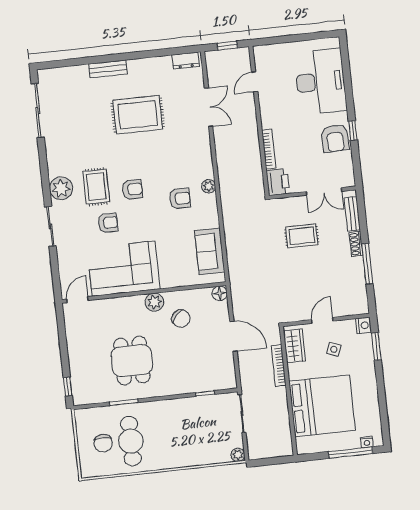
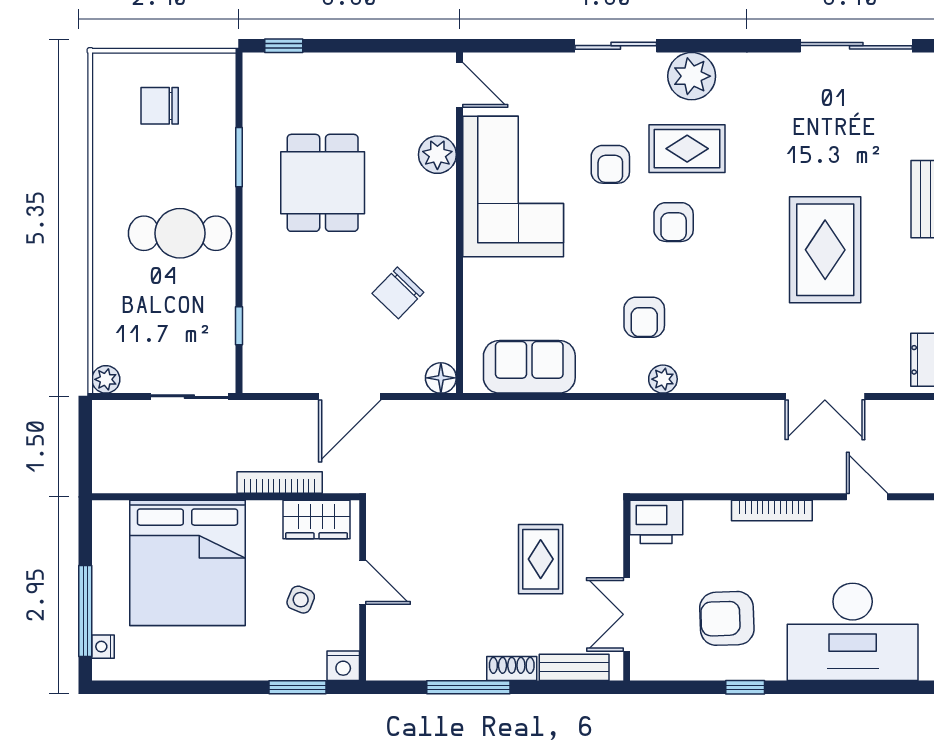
armchair: (335, 138) -> (727, 618), moved
bookcase: (269, 149) -> (772, 511), moved
plant: (154, 302) -> (437, 155), moved
dining table: (132, 361) -> (323, 183), turned 90
cafe table: (131, 441) -> (180, 233), moved

